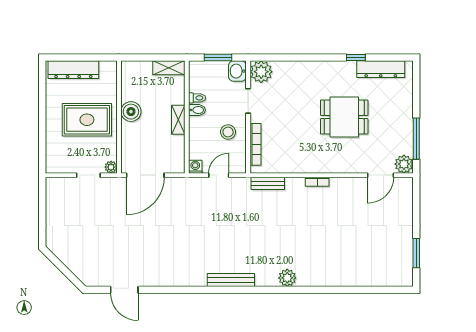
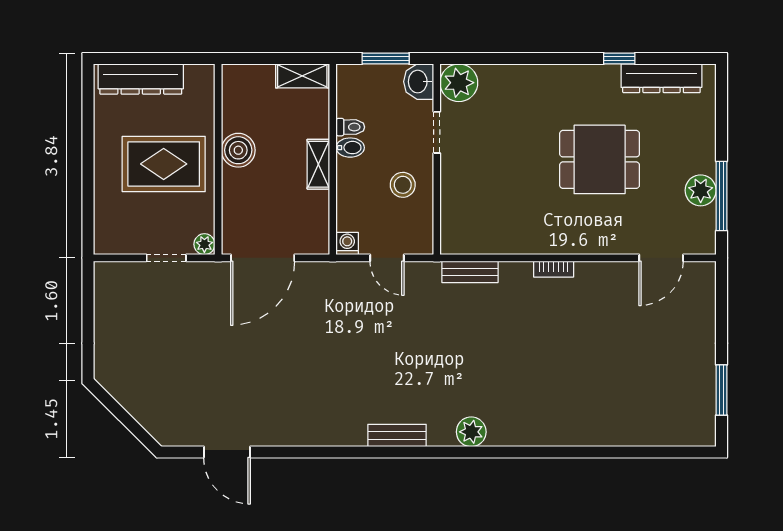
bookcase: (255, 144) -> (449, 206), removed
plant: (404, 164) -> (701, 190), moved
door: (219, 175) -> (387, 258), swing flipped
plant: (287, 278) -> (471, 432), moved
bench: (231, 280) -> (397, 436), width x0.73

